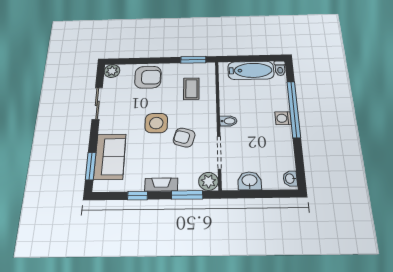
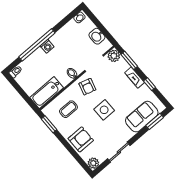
bathtub: (251, 70) -> (47, 93), moved, turned -90
armchair: (148, 77) -> (81, 139), turned 90
armchair: (184, 138) -> (87, 87), moved

